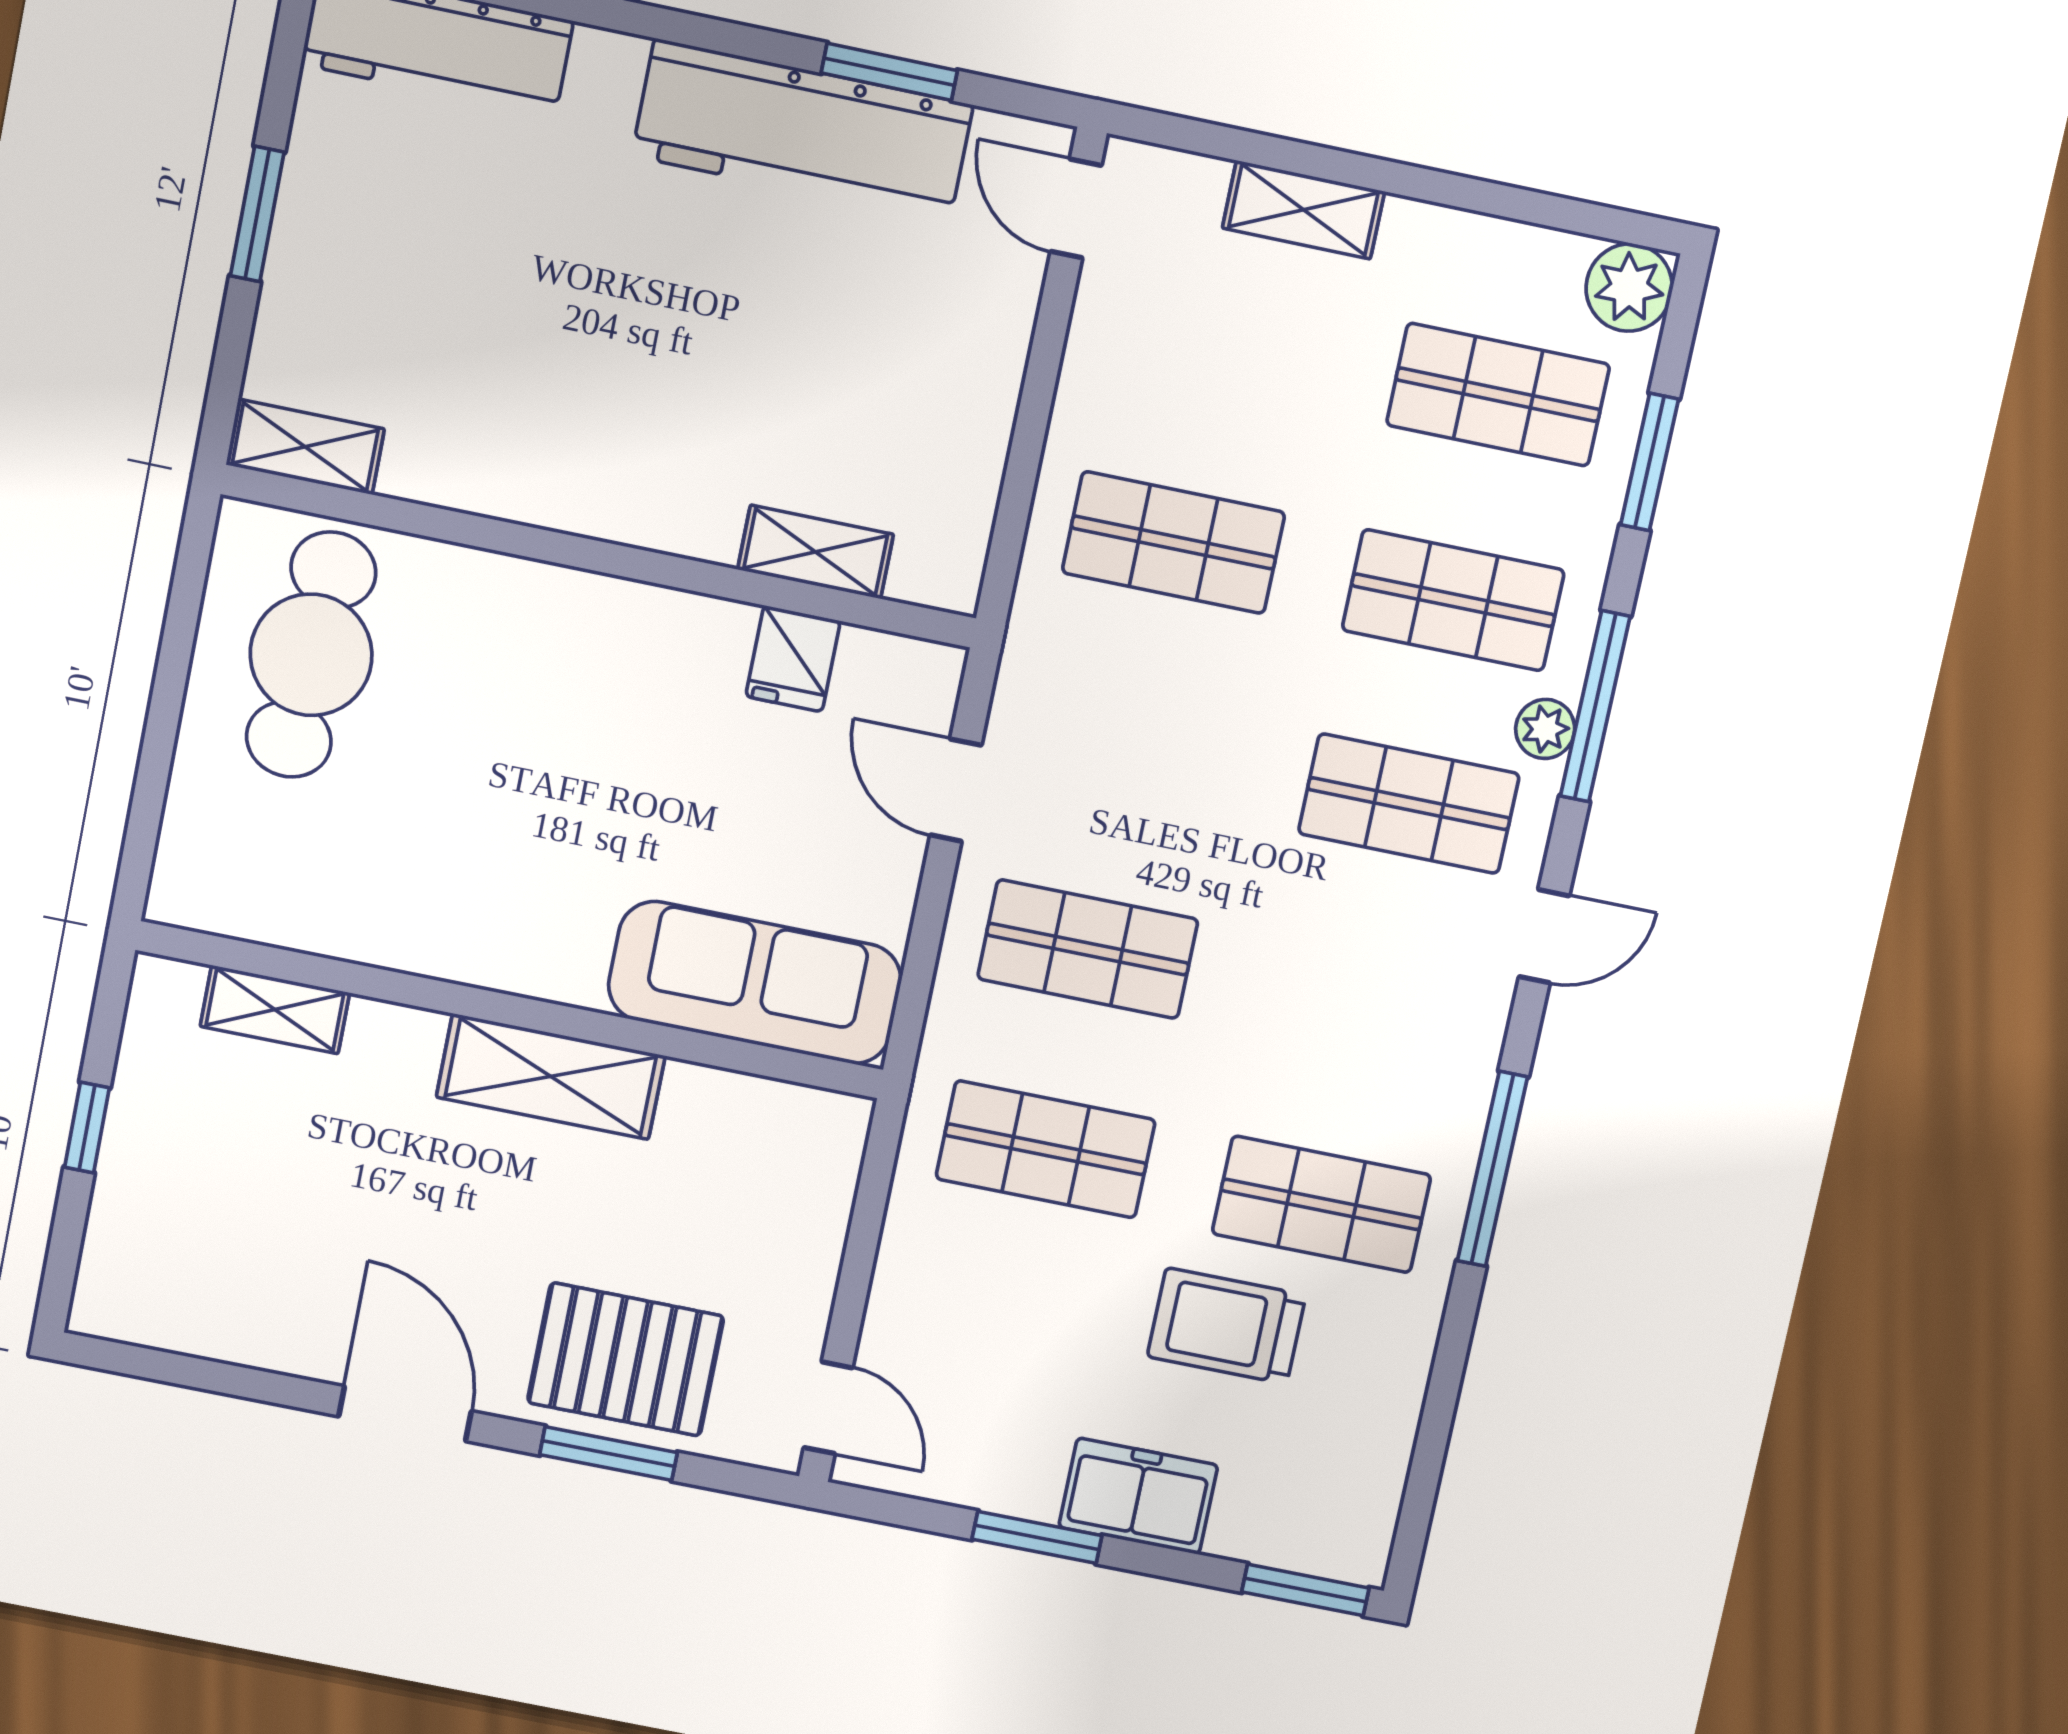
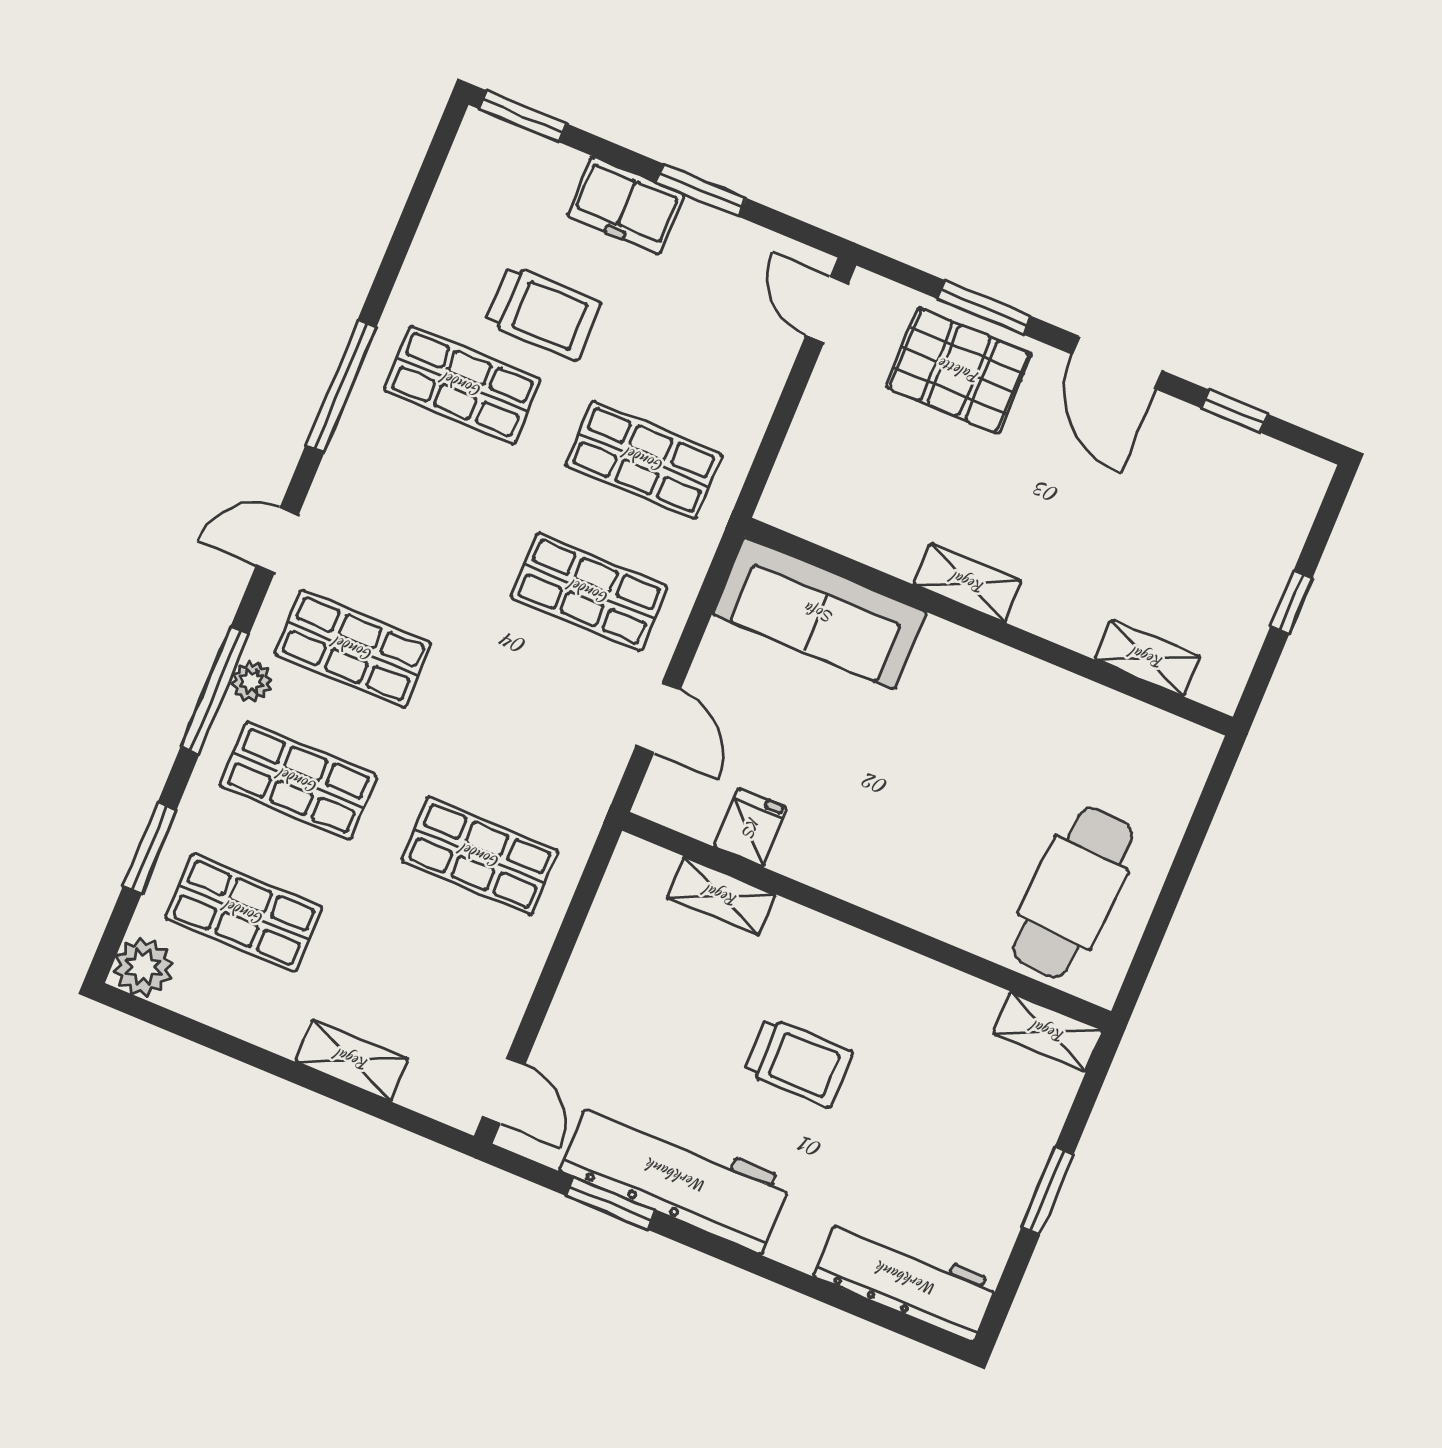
trolley: (657, 332) -> (798, 1062), added
shelving: (551, 1076) -> (968, 583), width x0.67, depth x0.75
window: (226, 1379) -> (1234, 411), added

